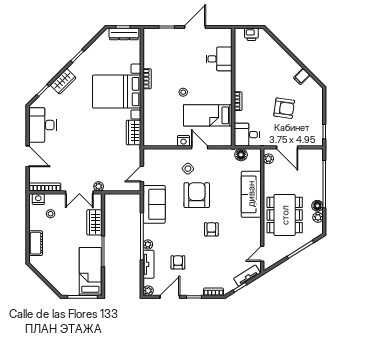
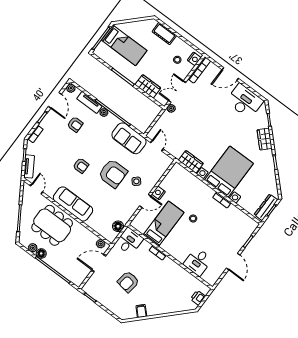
sofa: (251, 194) -> (73, 204), moved
bed: (90, 272) -> (124, 45), moved

